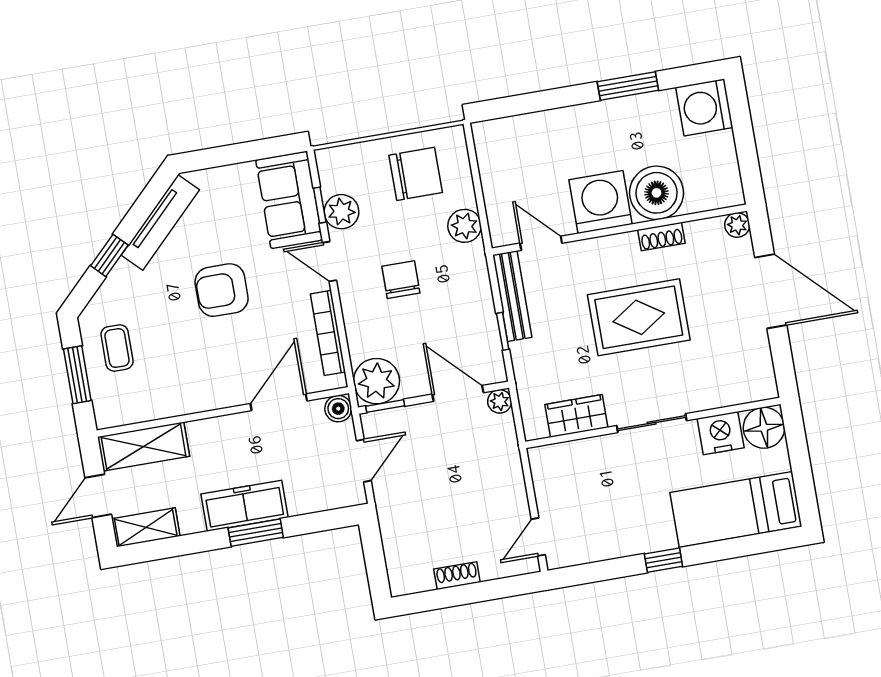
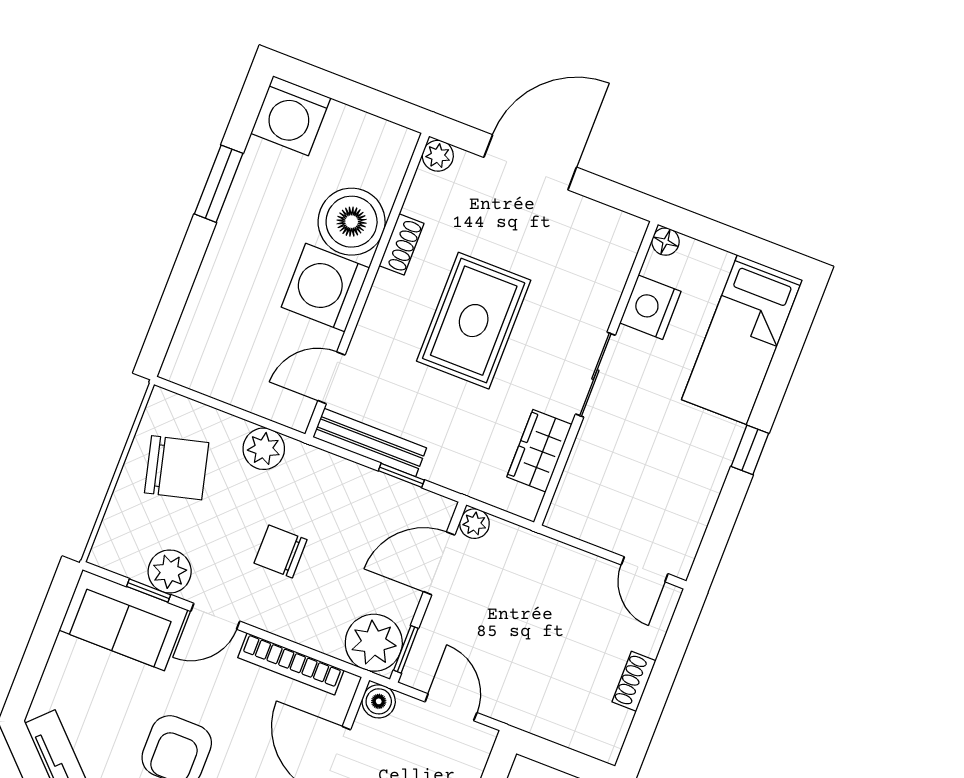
chair: (416, 174) -> (177, 468), turned 76
floor lamp: (764, 428) -> (665, 242), width x0.53, depth x0.53

